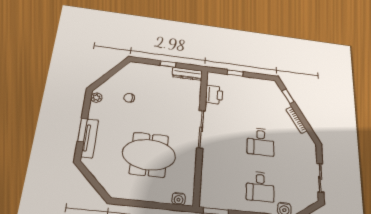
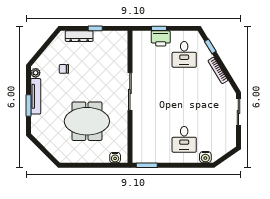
dresser: (187, 74) -> (79, 36), moved
printer: (214, 95) -> (161, 38), moved, turned 90
tv unit: (90, 138) -> (36, 96), moved
desk: (261, 142) -> (184, 54), moved
sliding door: (320, 178) -> (238, 112), moved

